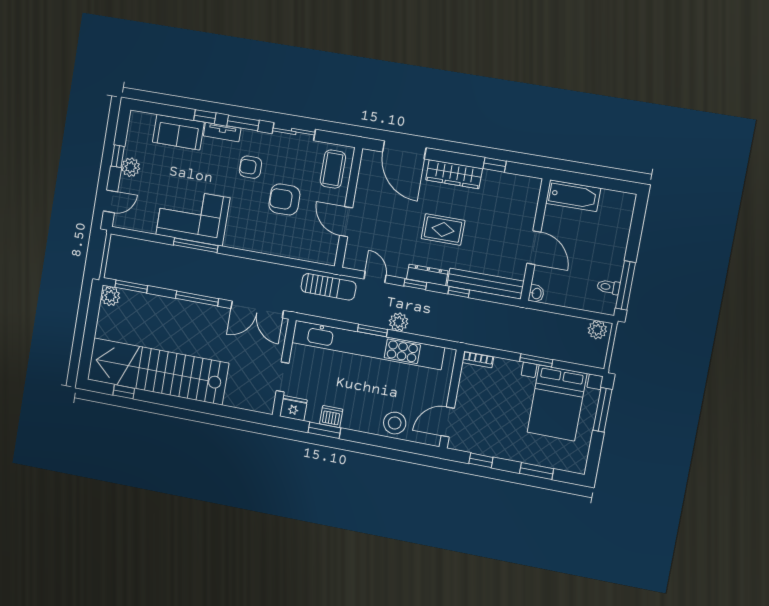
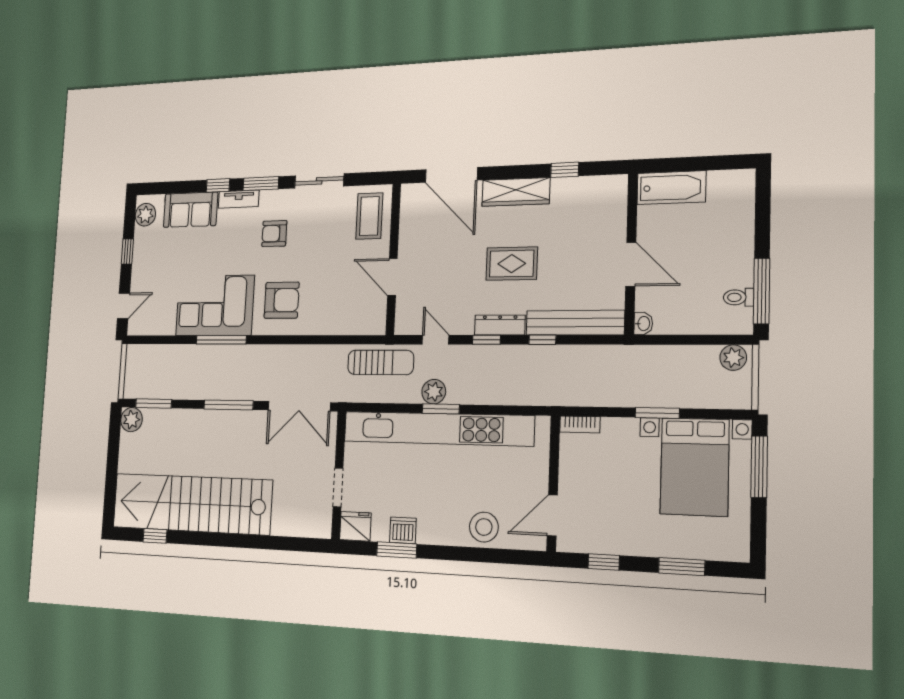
plant: (131, 167) -> (145, 215), moved
armchair: (284, 199) -> (282, 300), moved, turned 180
plant: (399, 322) -> (434, 392), moved

